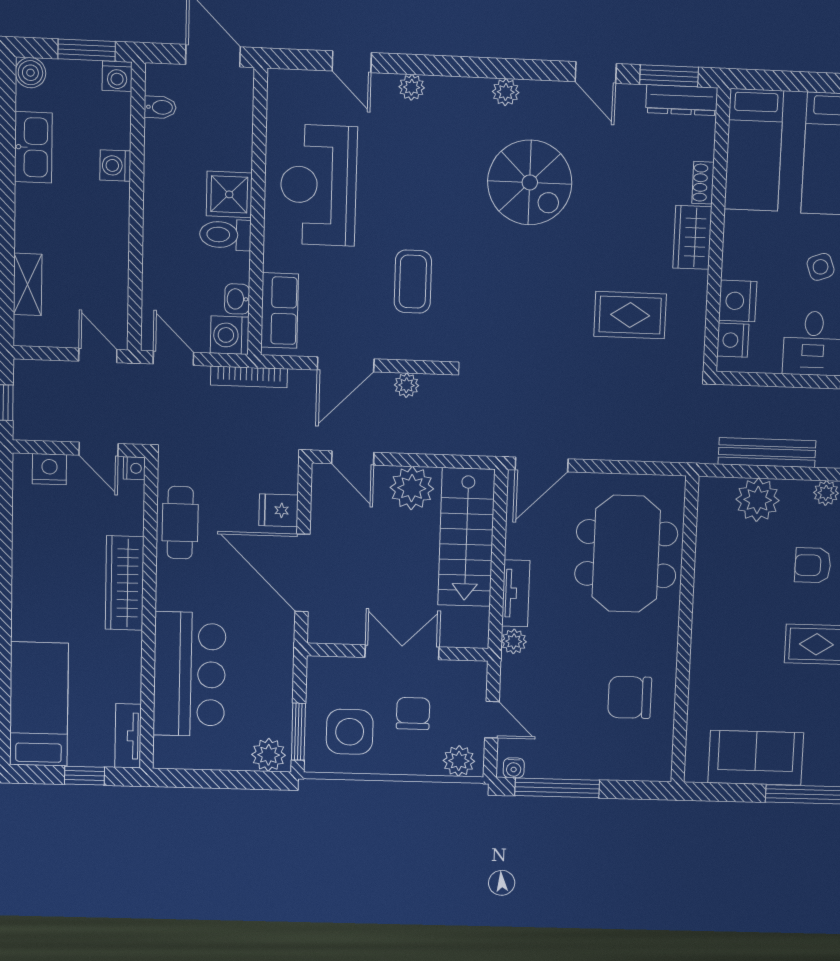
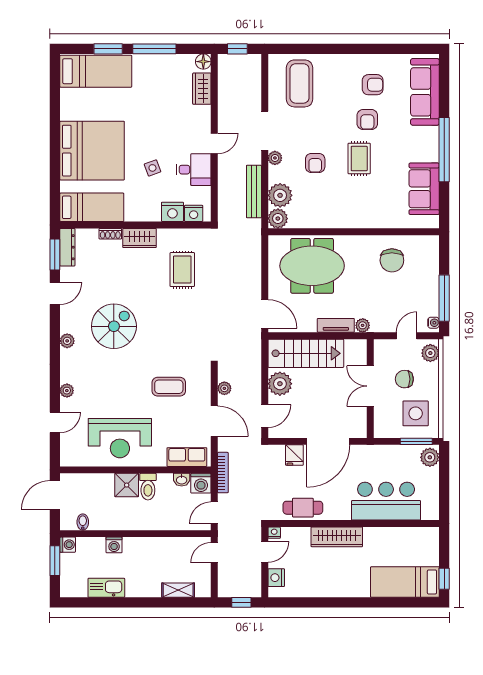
boiler: (30, 73) -> (68, 590), removed
plant: (716, 494) -> (278, 219), added
tv unit: (128, 736) -> (421, 534), removed
window: (85, 776) -> (444, 579), moved

